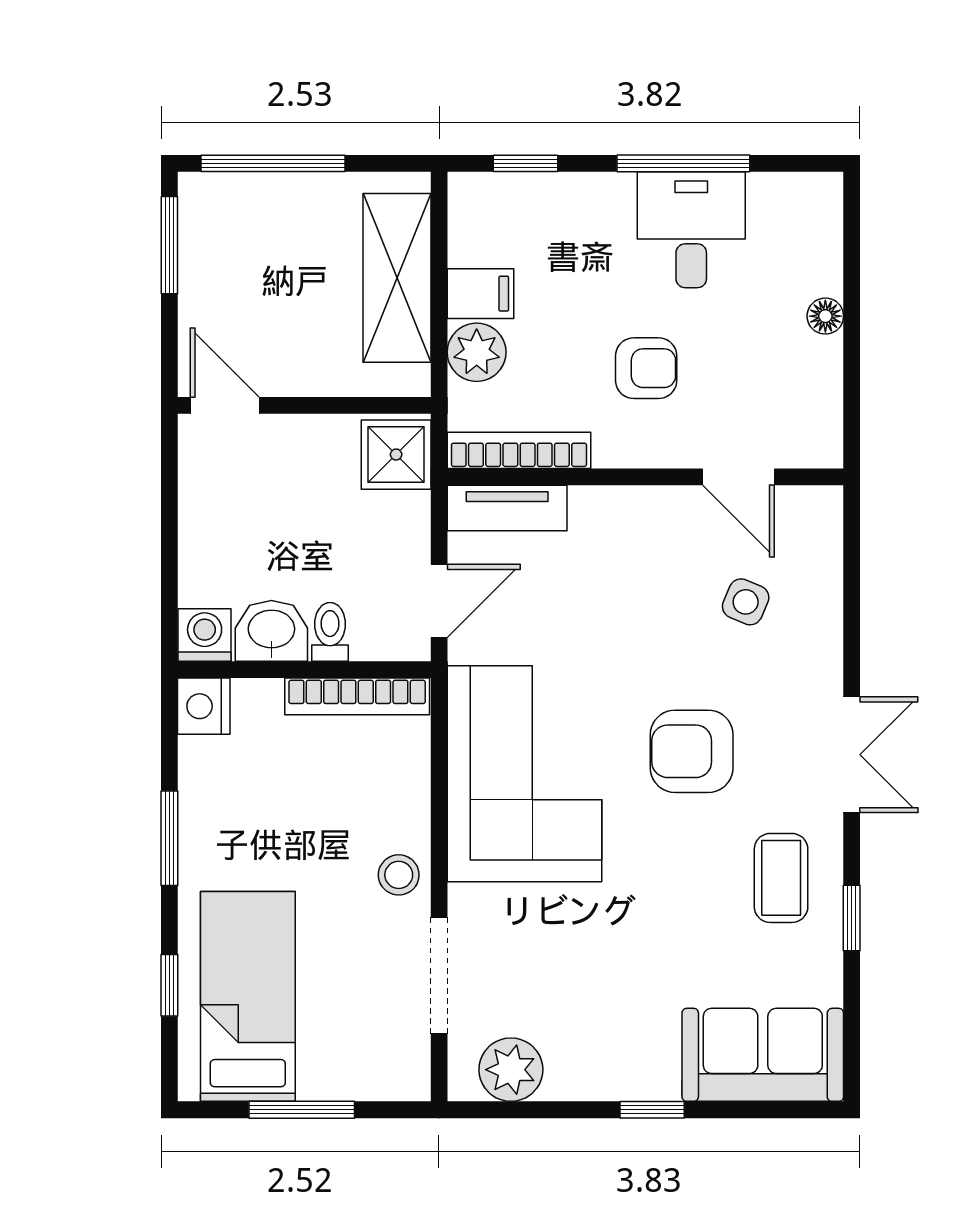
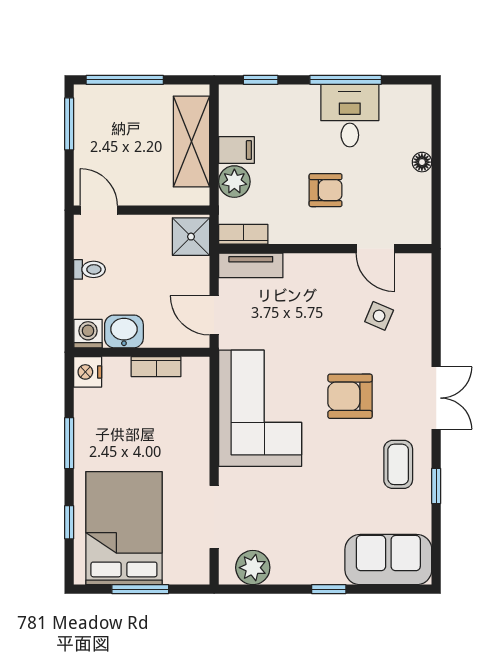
bookcase: (519, 450) -> (243, 234), width x0.64
door: (439, 601) -> (214, 315), swing flipped
toilet: (330, 632) -> (89, 269), moved, turned 90
bookcase: (357, 696) -> (156, 367), width x0.64
stool: (399, 875) -> (192, 463), removed
bed: (248, 996) -> (124, 528), width x1.50

